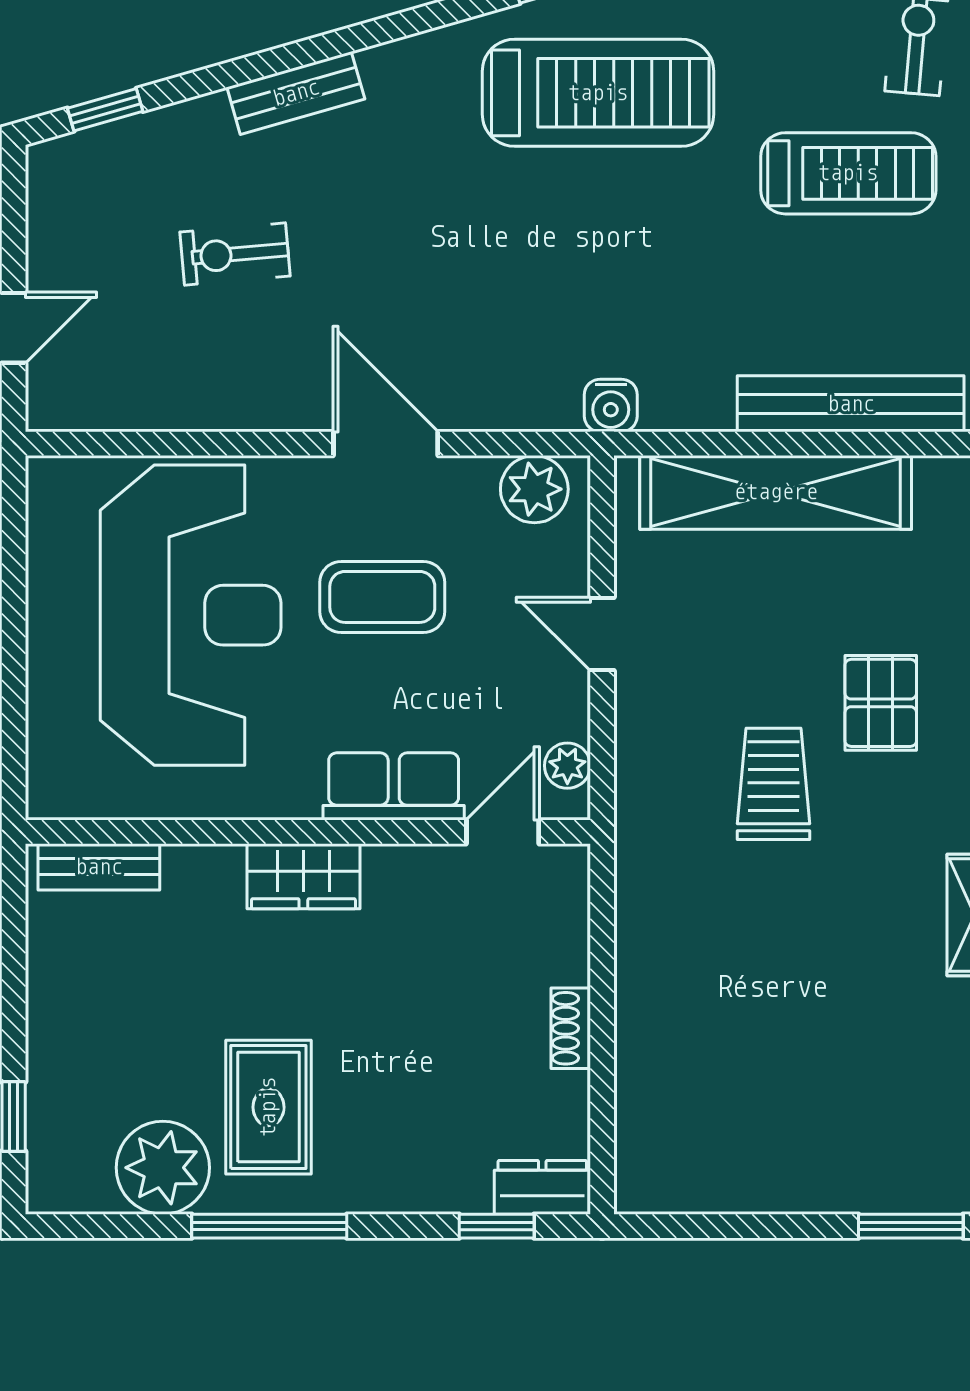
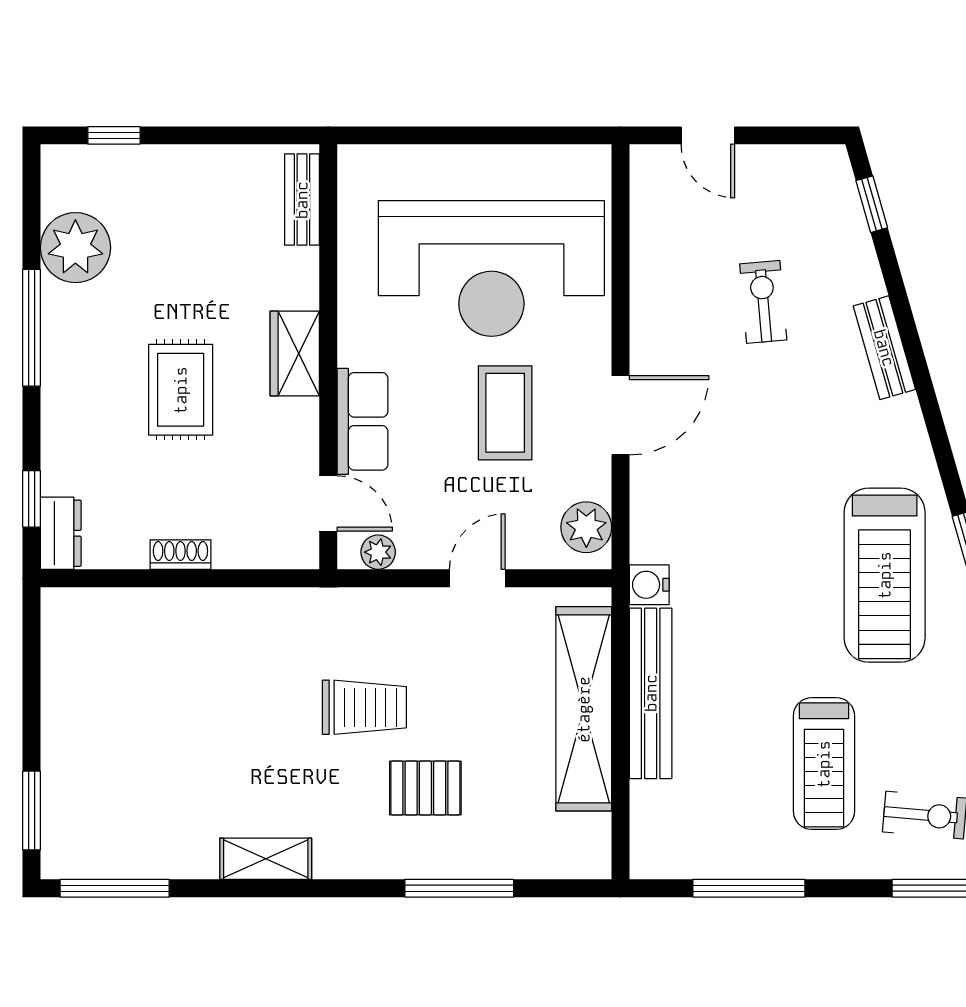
bench: (851, 404) -> (651, 693), moved
rug: (268, 1107) -> (181, 390), moved, turned 90

